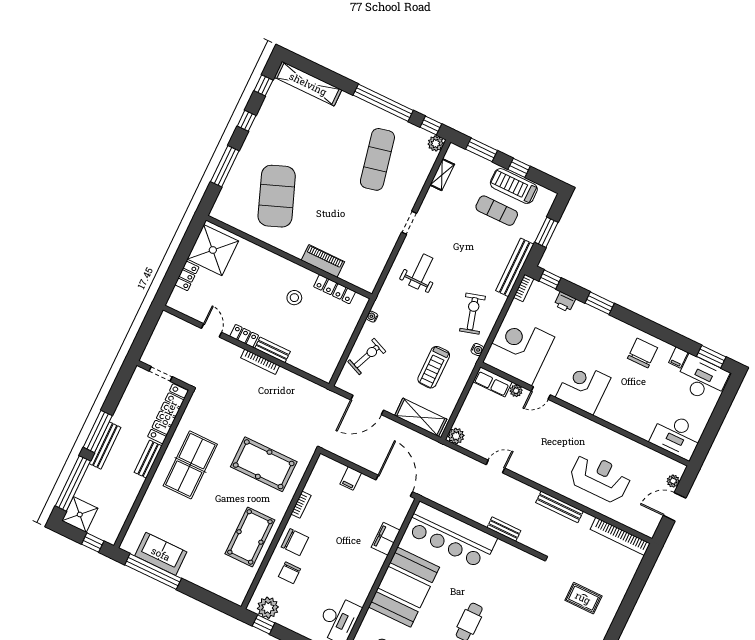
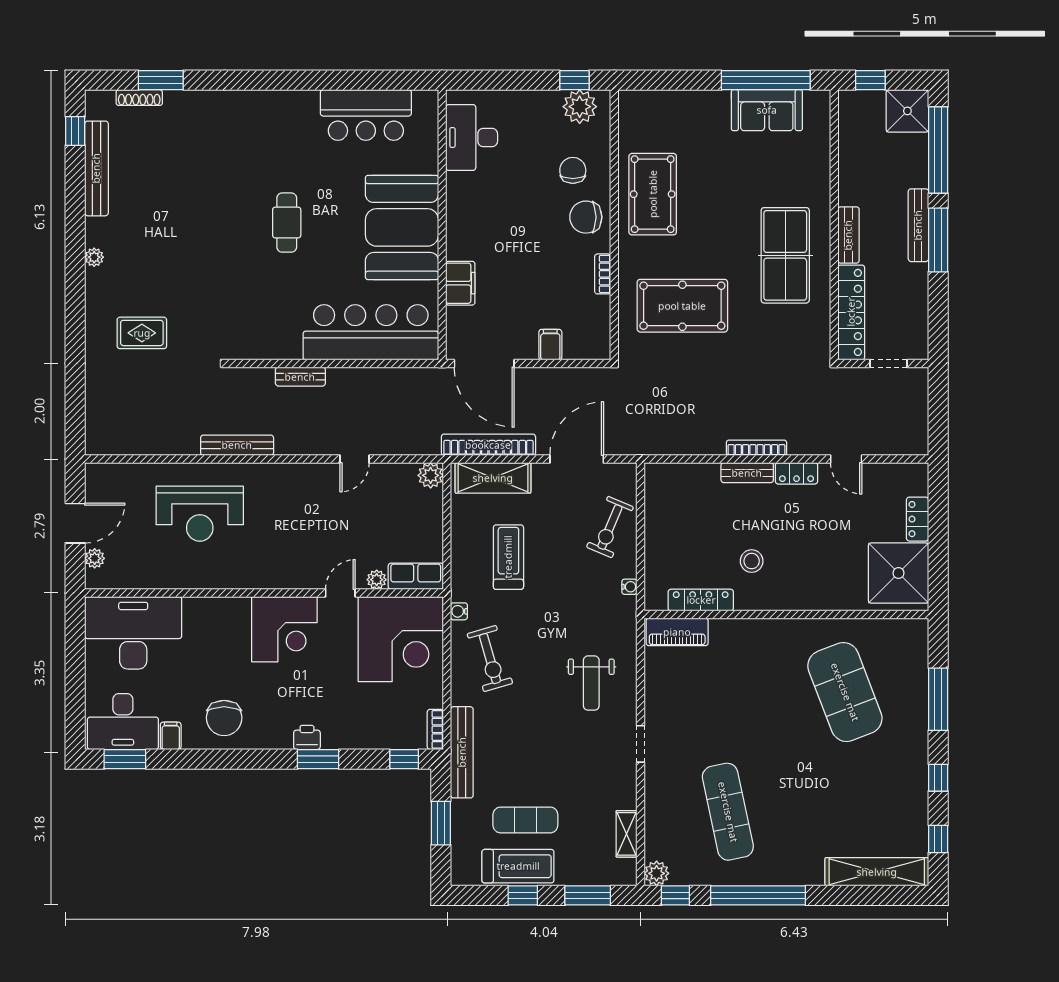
piano: (323, 261) -> (677, 632), moved
printer: (565, 302) -> (307, 737), moved
desk: (677, 436) -> (133, 633), width x1.36, depth x1.30
bookcase: (620, 536) -> (488, 445), moved

